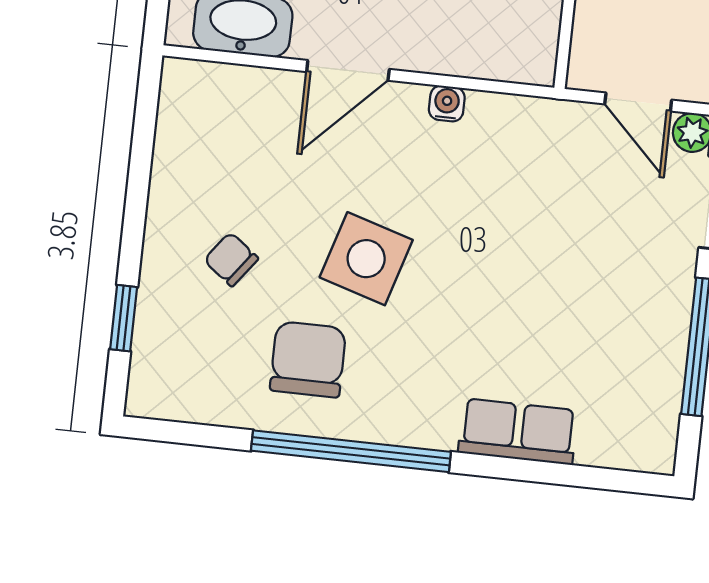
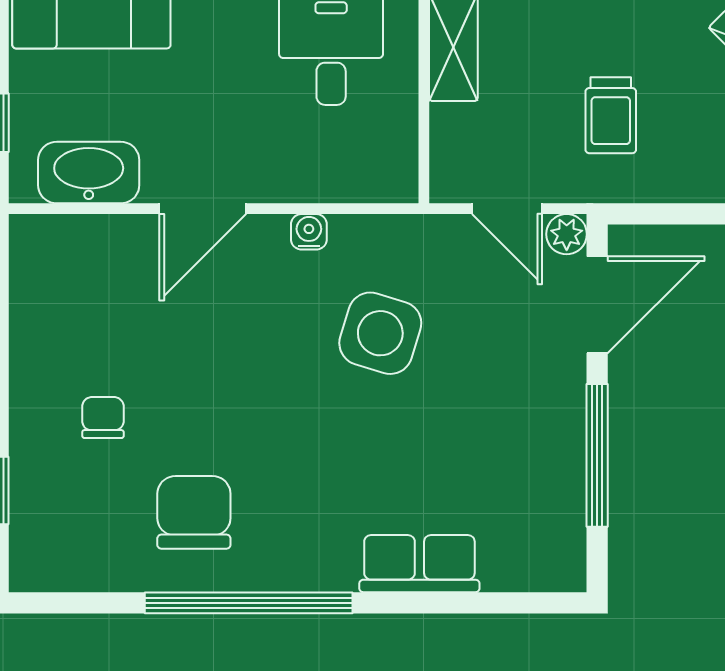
chair: (231, 259) -> (103, 417), turned 53
side table: (366, 259) -> (380, 333), moved

